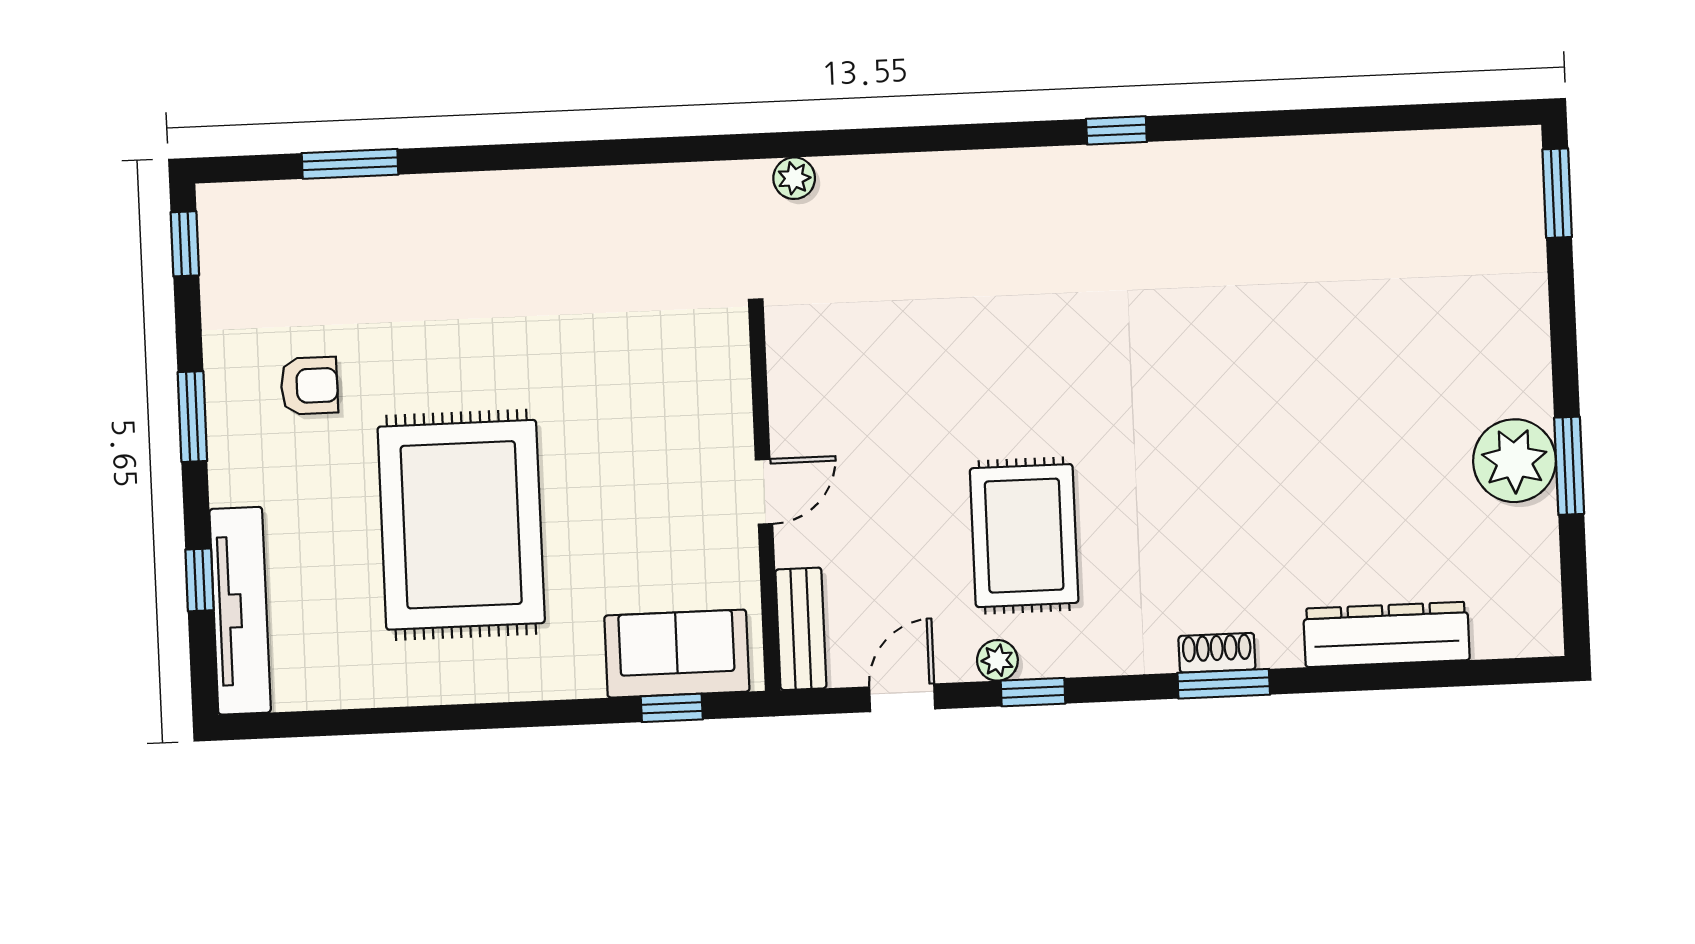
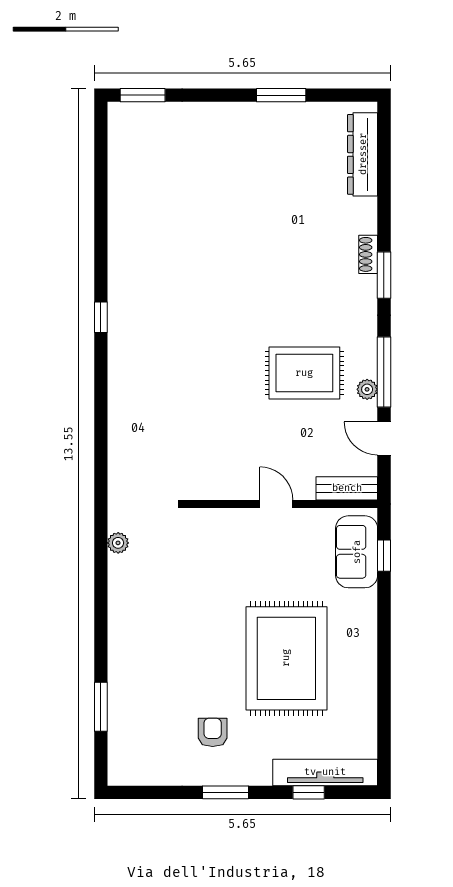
plant: (794, 178) -> (118, 543), moved
window: (185, 244) -> (138, 792), removed
plant: (1514, 461) -> (277, 123), removed
rug: (461, 525) -> (286, 658), turned 90
dresser: (1386, 634) -> (363, 154), moved
shoe rack: (1217, 653) -> (368, 254), moved
window: (1033, 692) -> (384, 372), width x2.17

